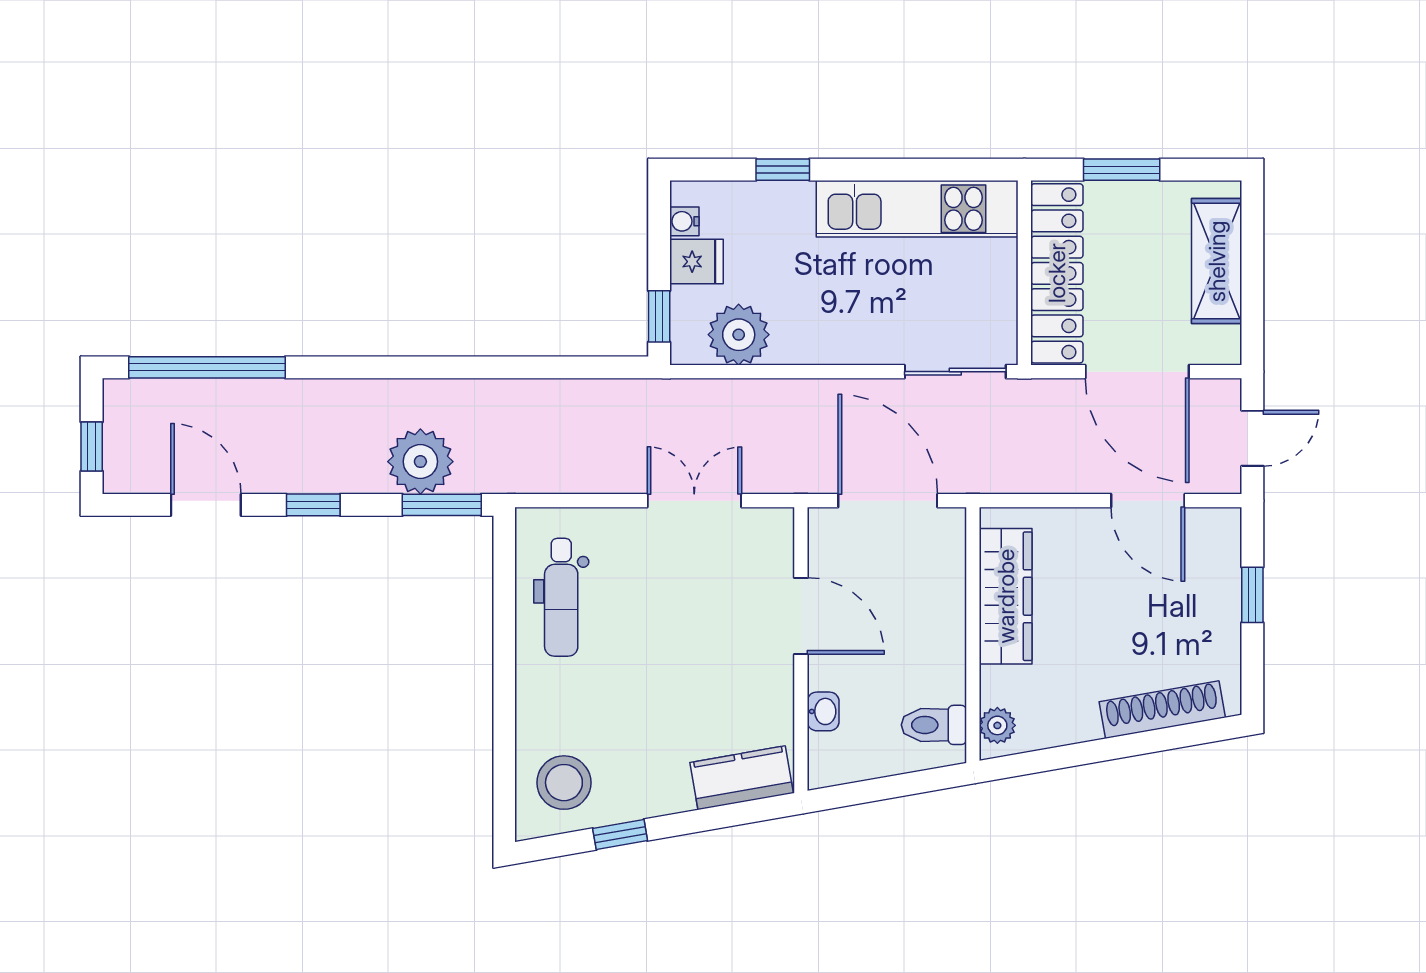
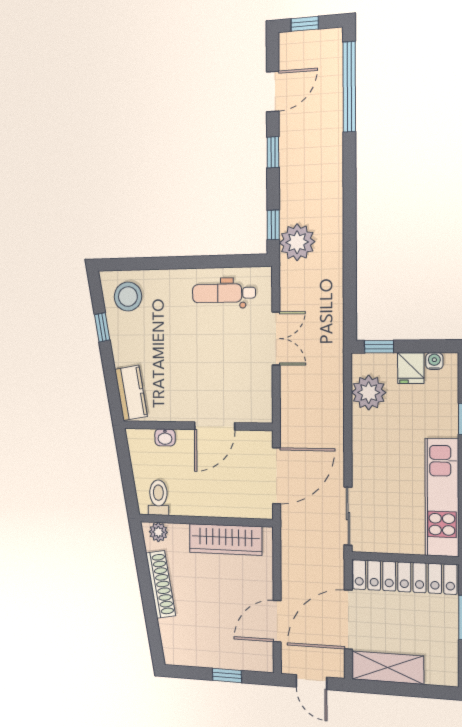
shelving: (1217, 261) -> (388, 668), moved
plant: (420, 462) -> (297, 242), moved
double door: (694, 501) -> (276, 338), moved
window: (442, 505) -> (273, 225), width x0.67
shoe rack: (1162, 710) -> (161, 584), moved

